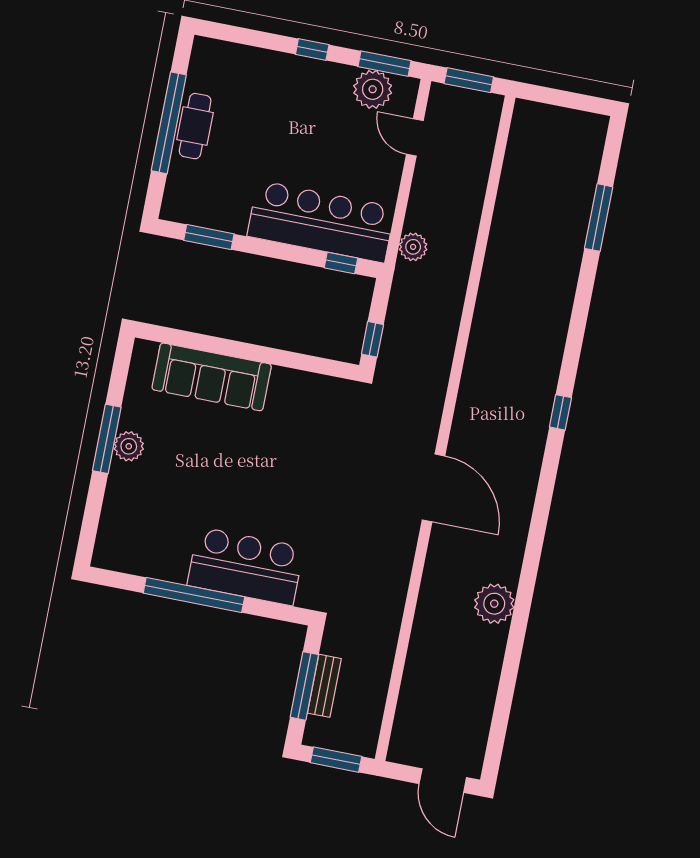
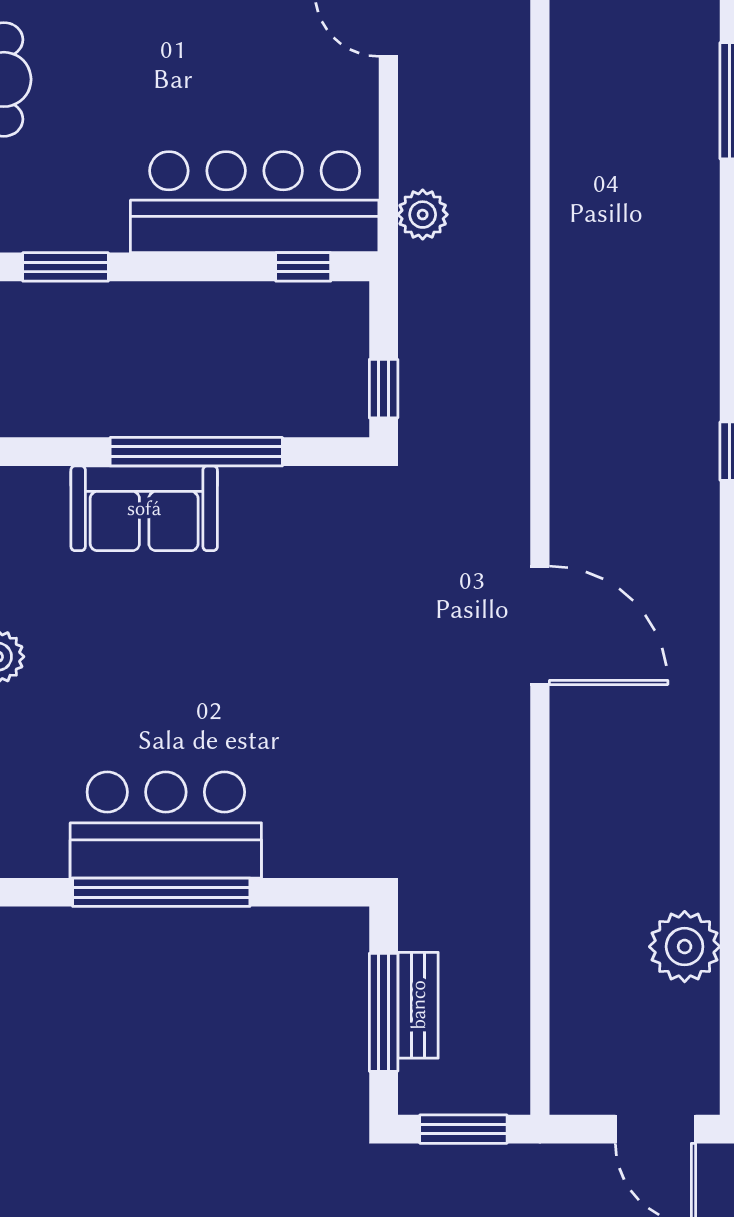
window: (261, 354) -> (196, 452), added
sofa: (212, 377) -> (144, 508), width x0.73
bar counter: (246, 566) -> (166, 825), moved
plant: (494, 604) -> (685, 947), moved

